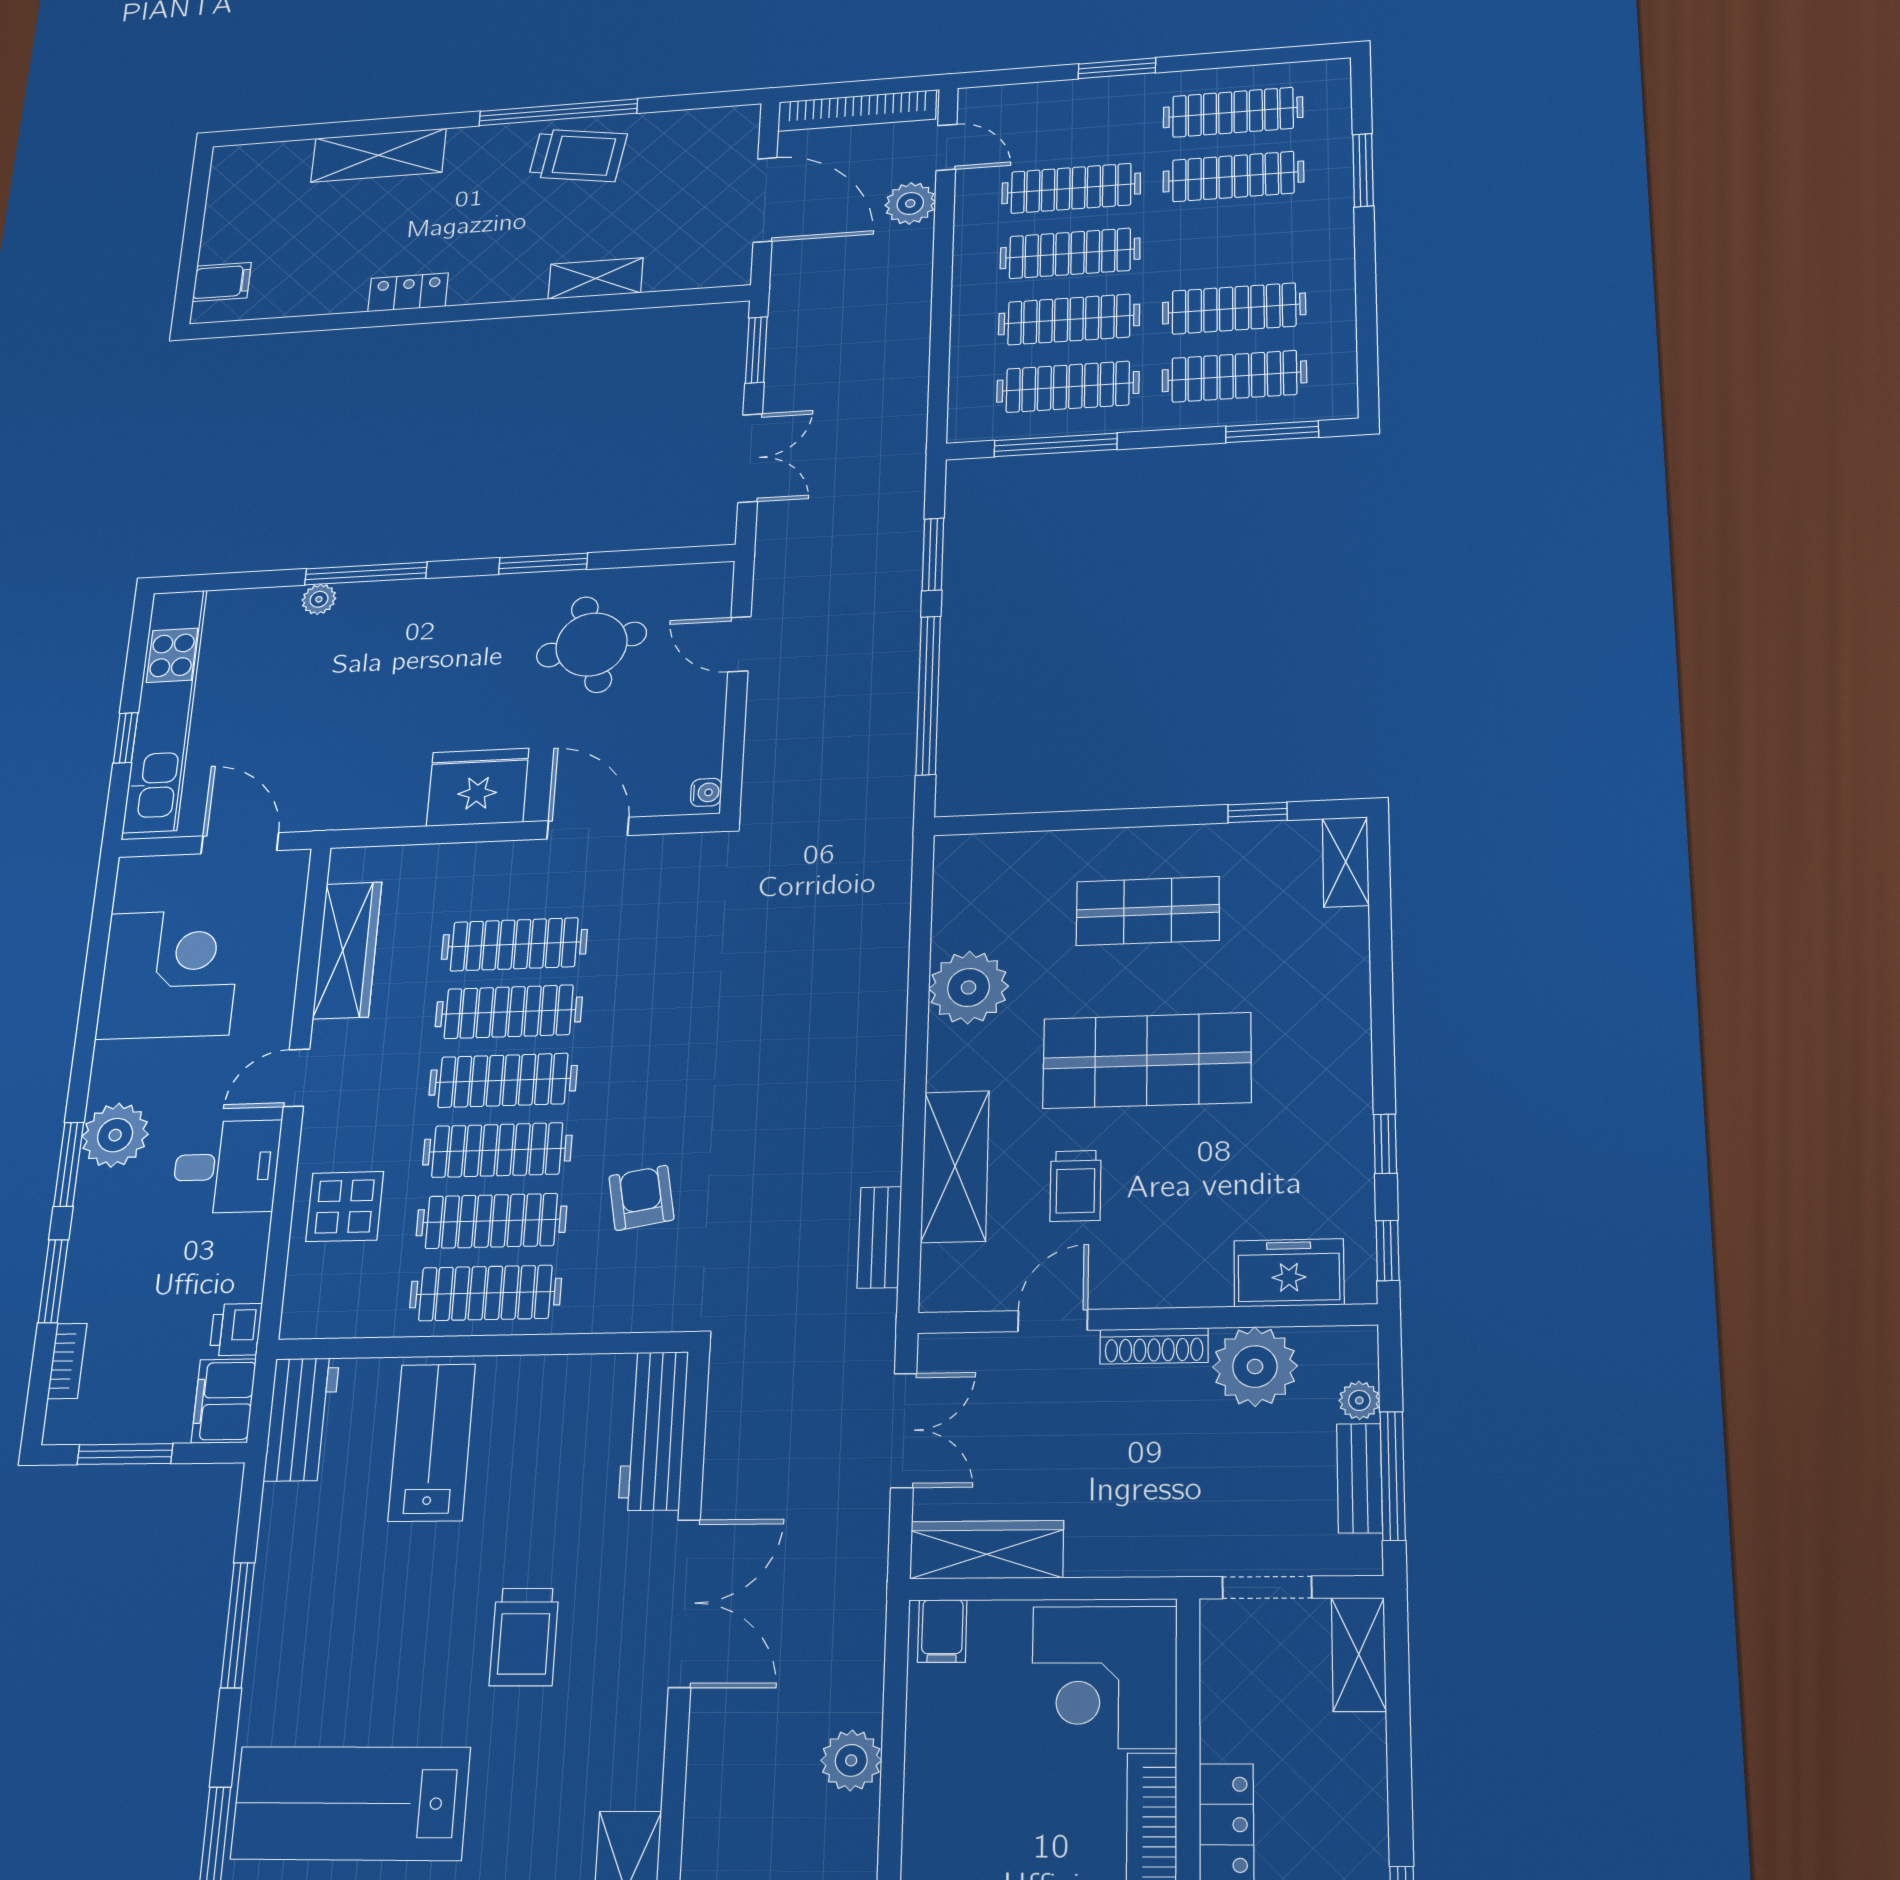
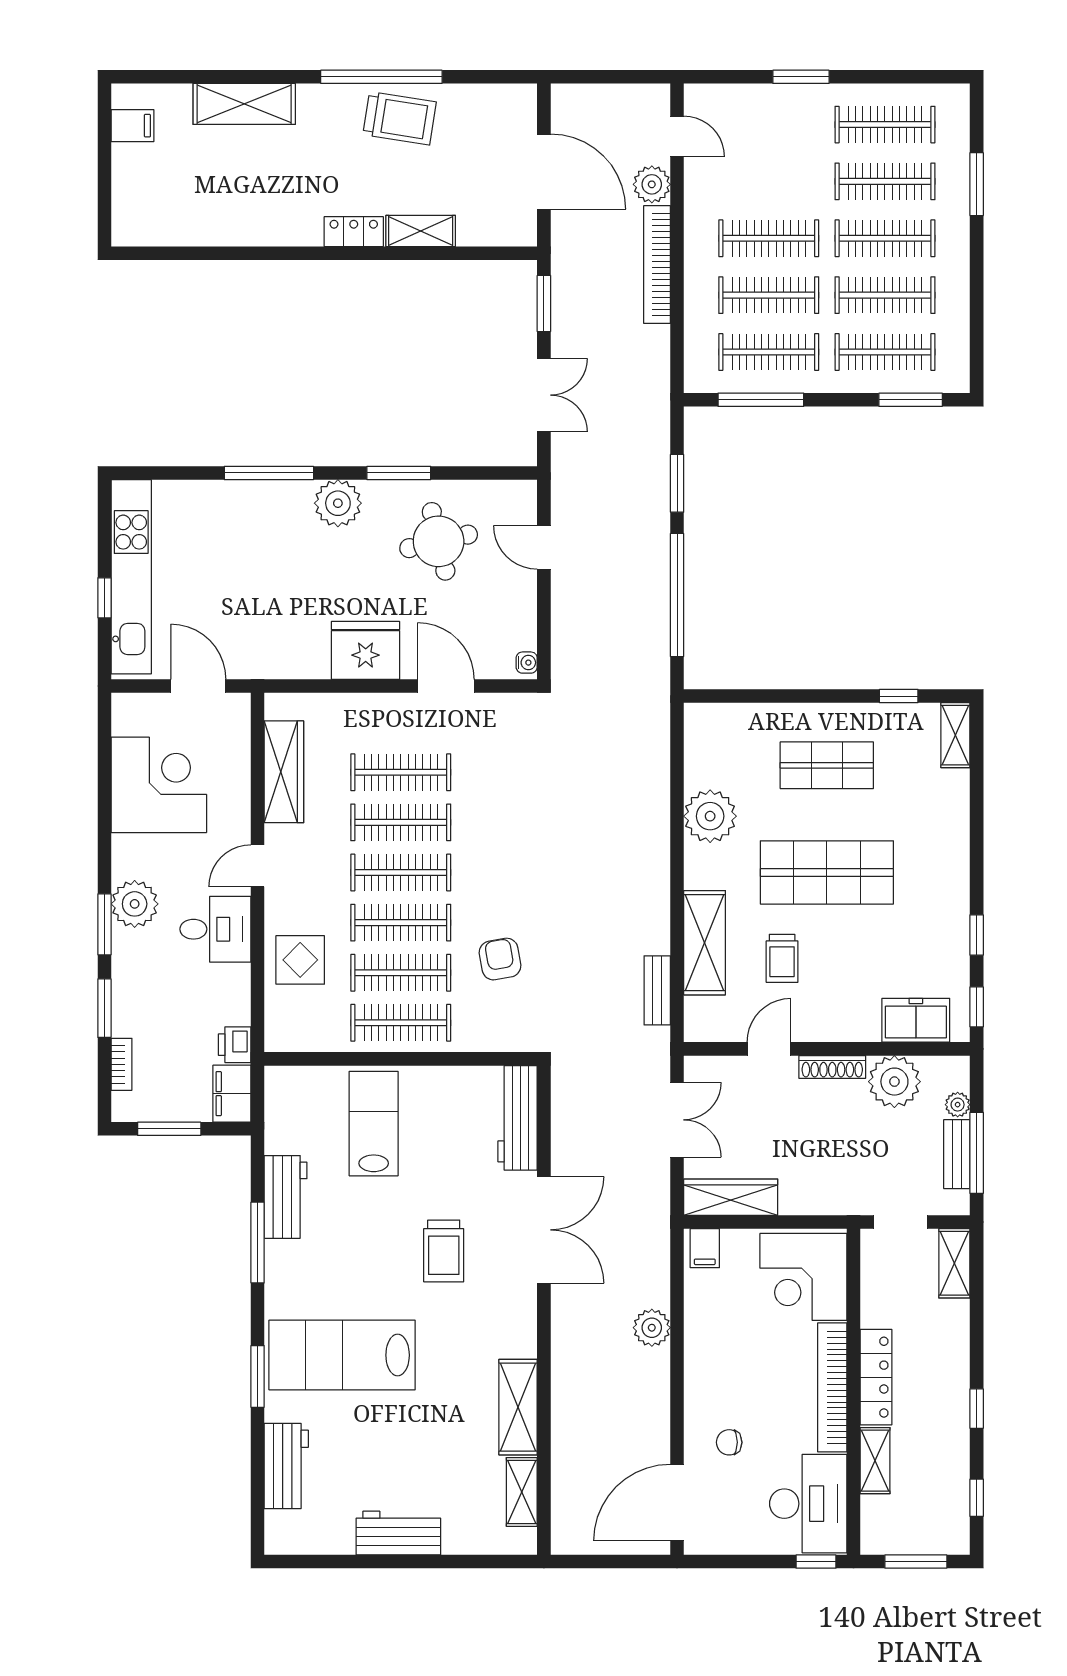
bookcase: (857, 111) -> (657, 265), moved, turned 90
clothes rail: (1071, 188) -> (885, 238), moved
filing cabinet: (222, 282) -> (132, 126), moved
locker: (408, 292) -> (354, 232), moved
plant: (319, 599) -> (338, 503), moved, width x1.88, depth x1.88
workbench: (302, 1419) -> (286, 1197), moved

